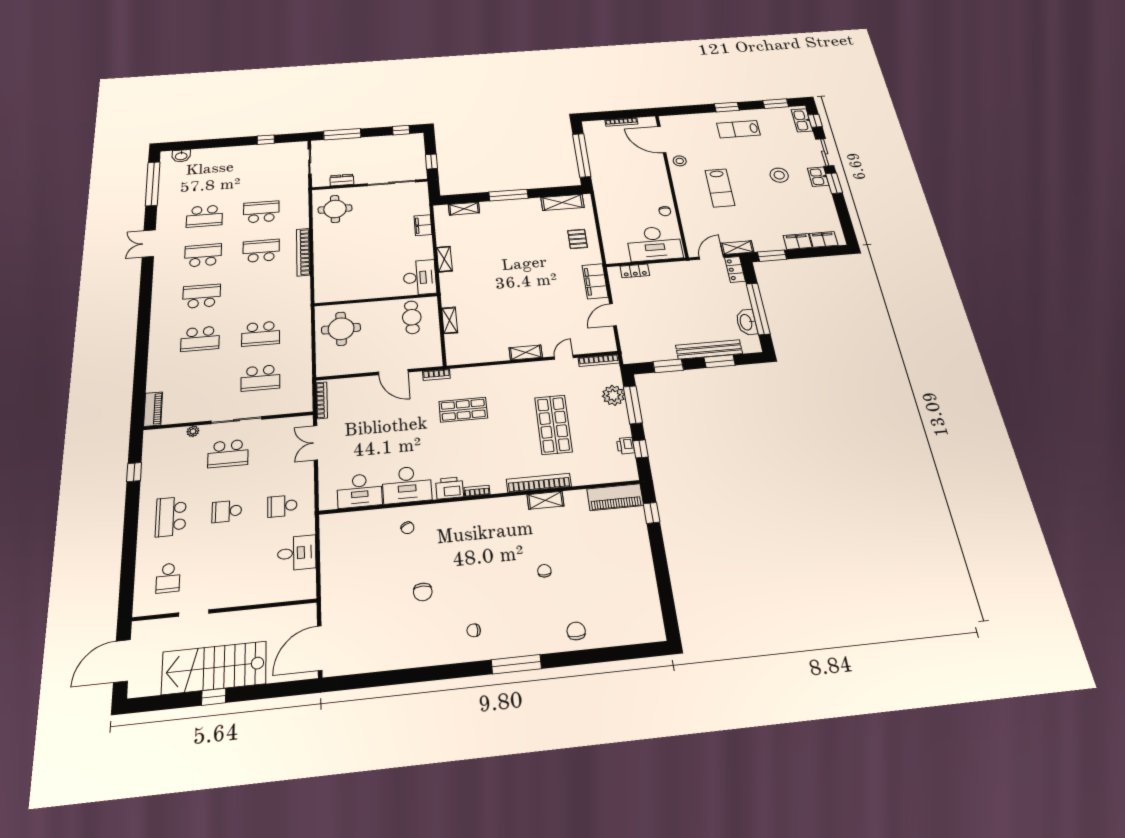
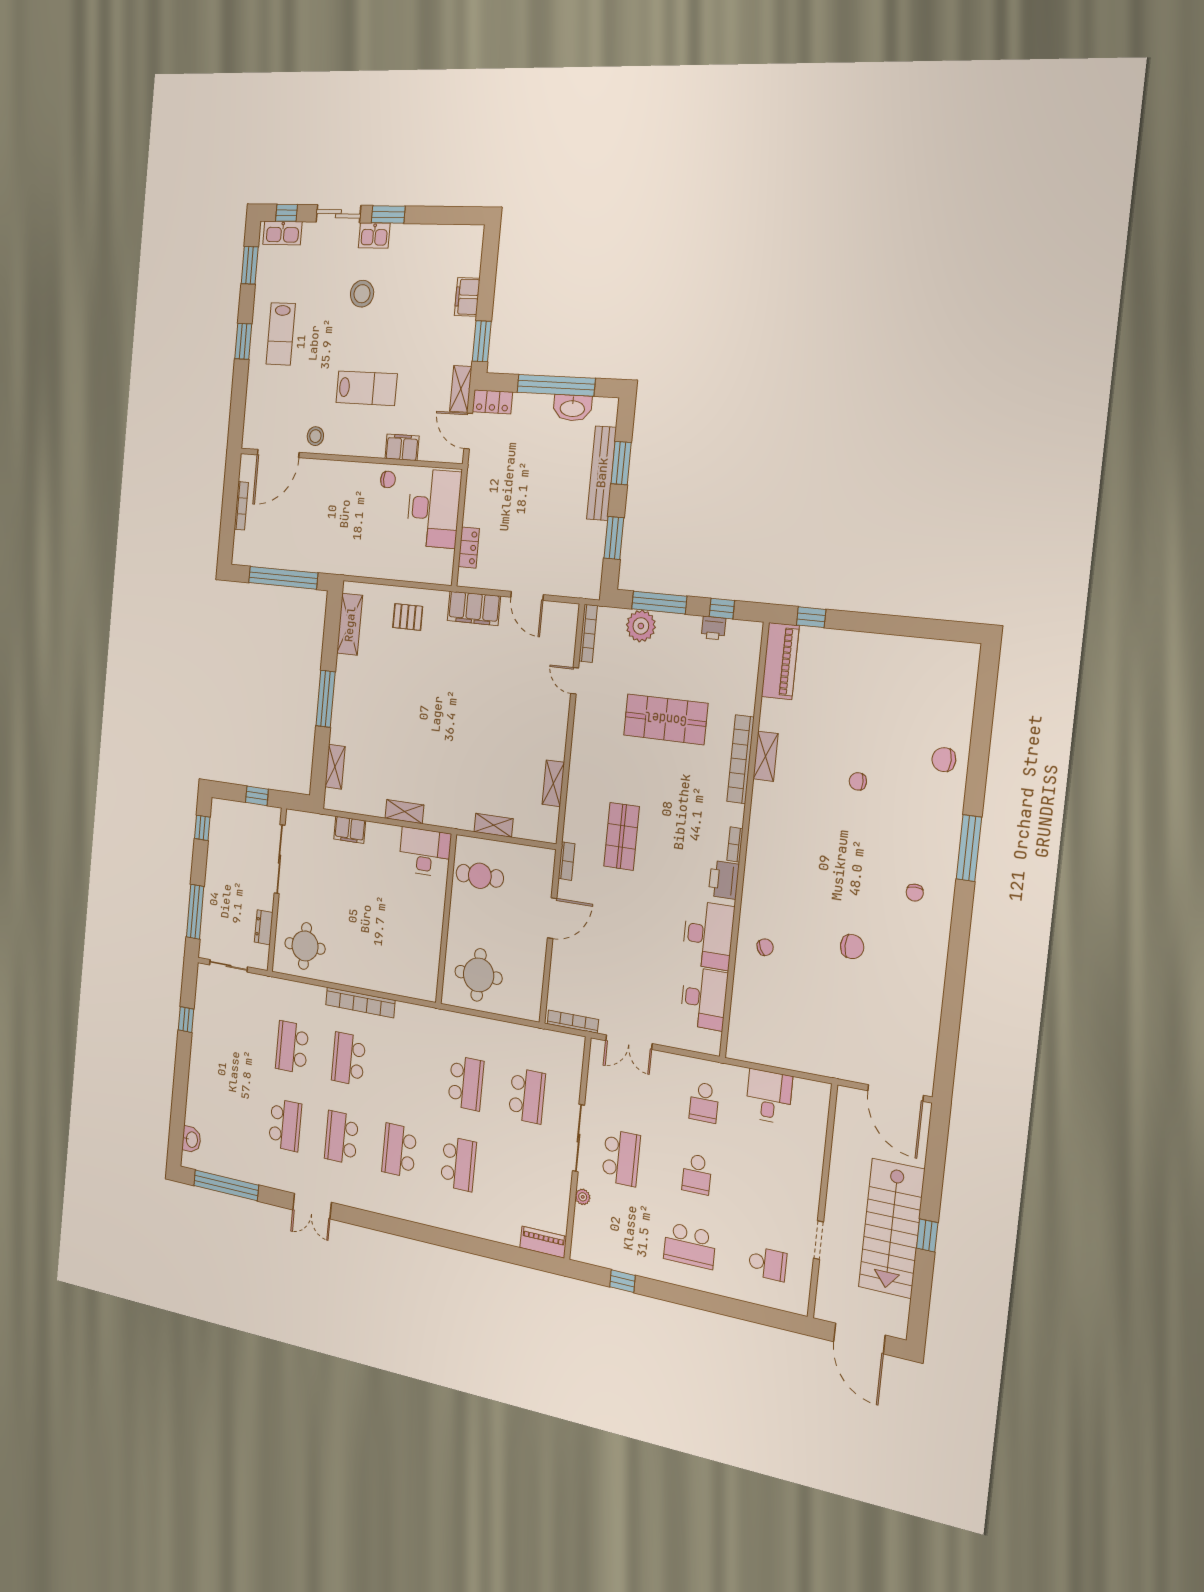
filing cabinet: (824, 239) -> (402, 447), moved, turned 90
shelving: (526, 353) -> (553, 783), moved

